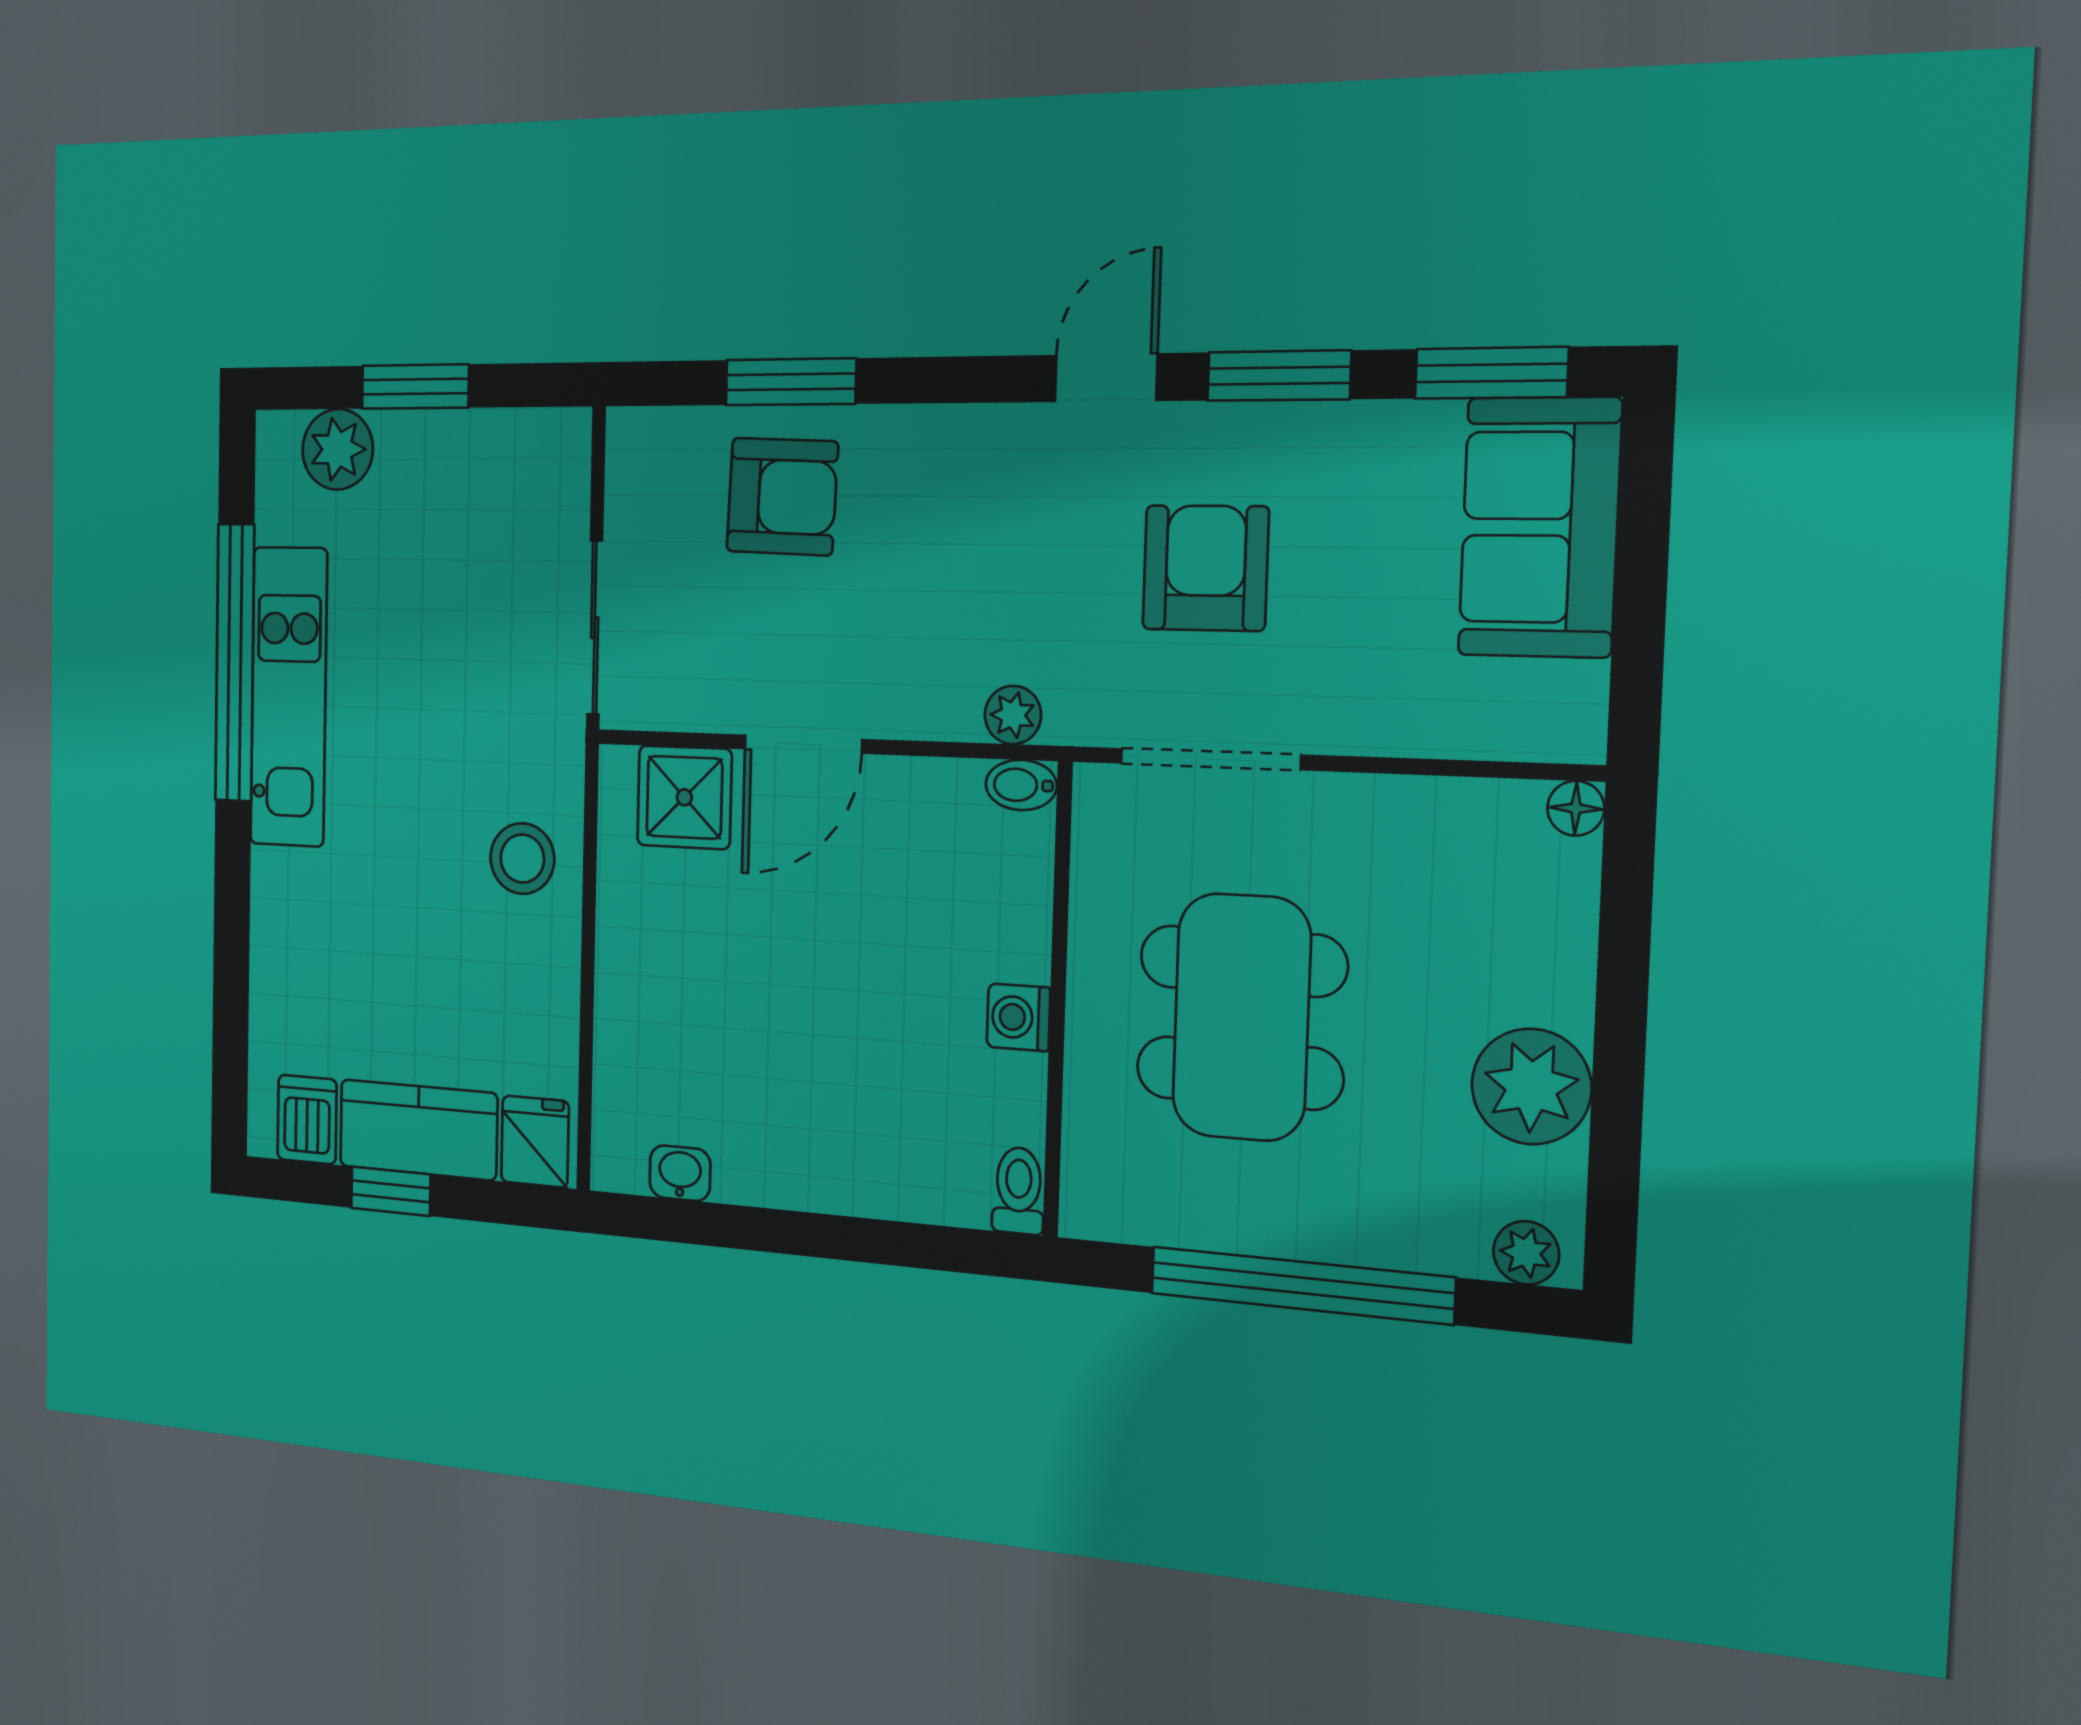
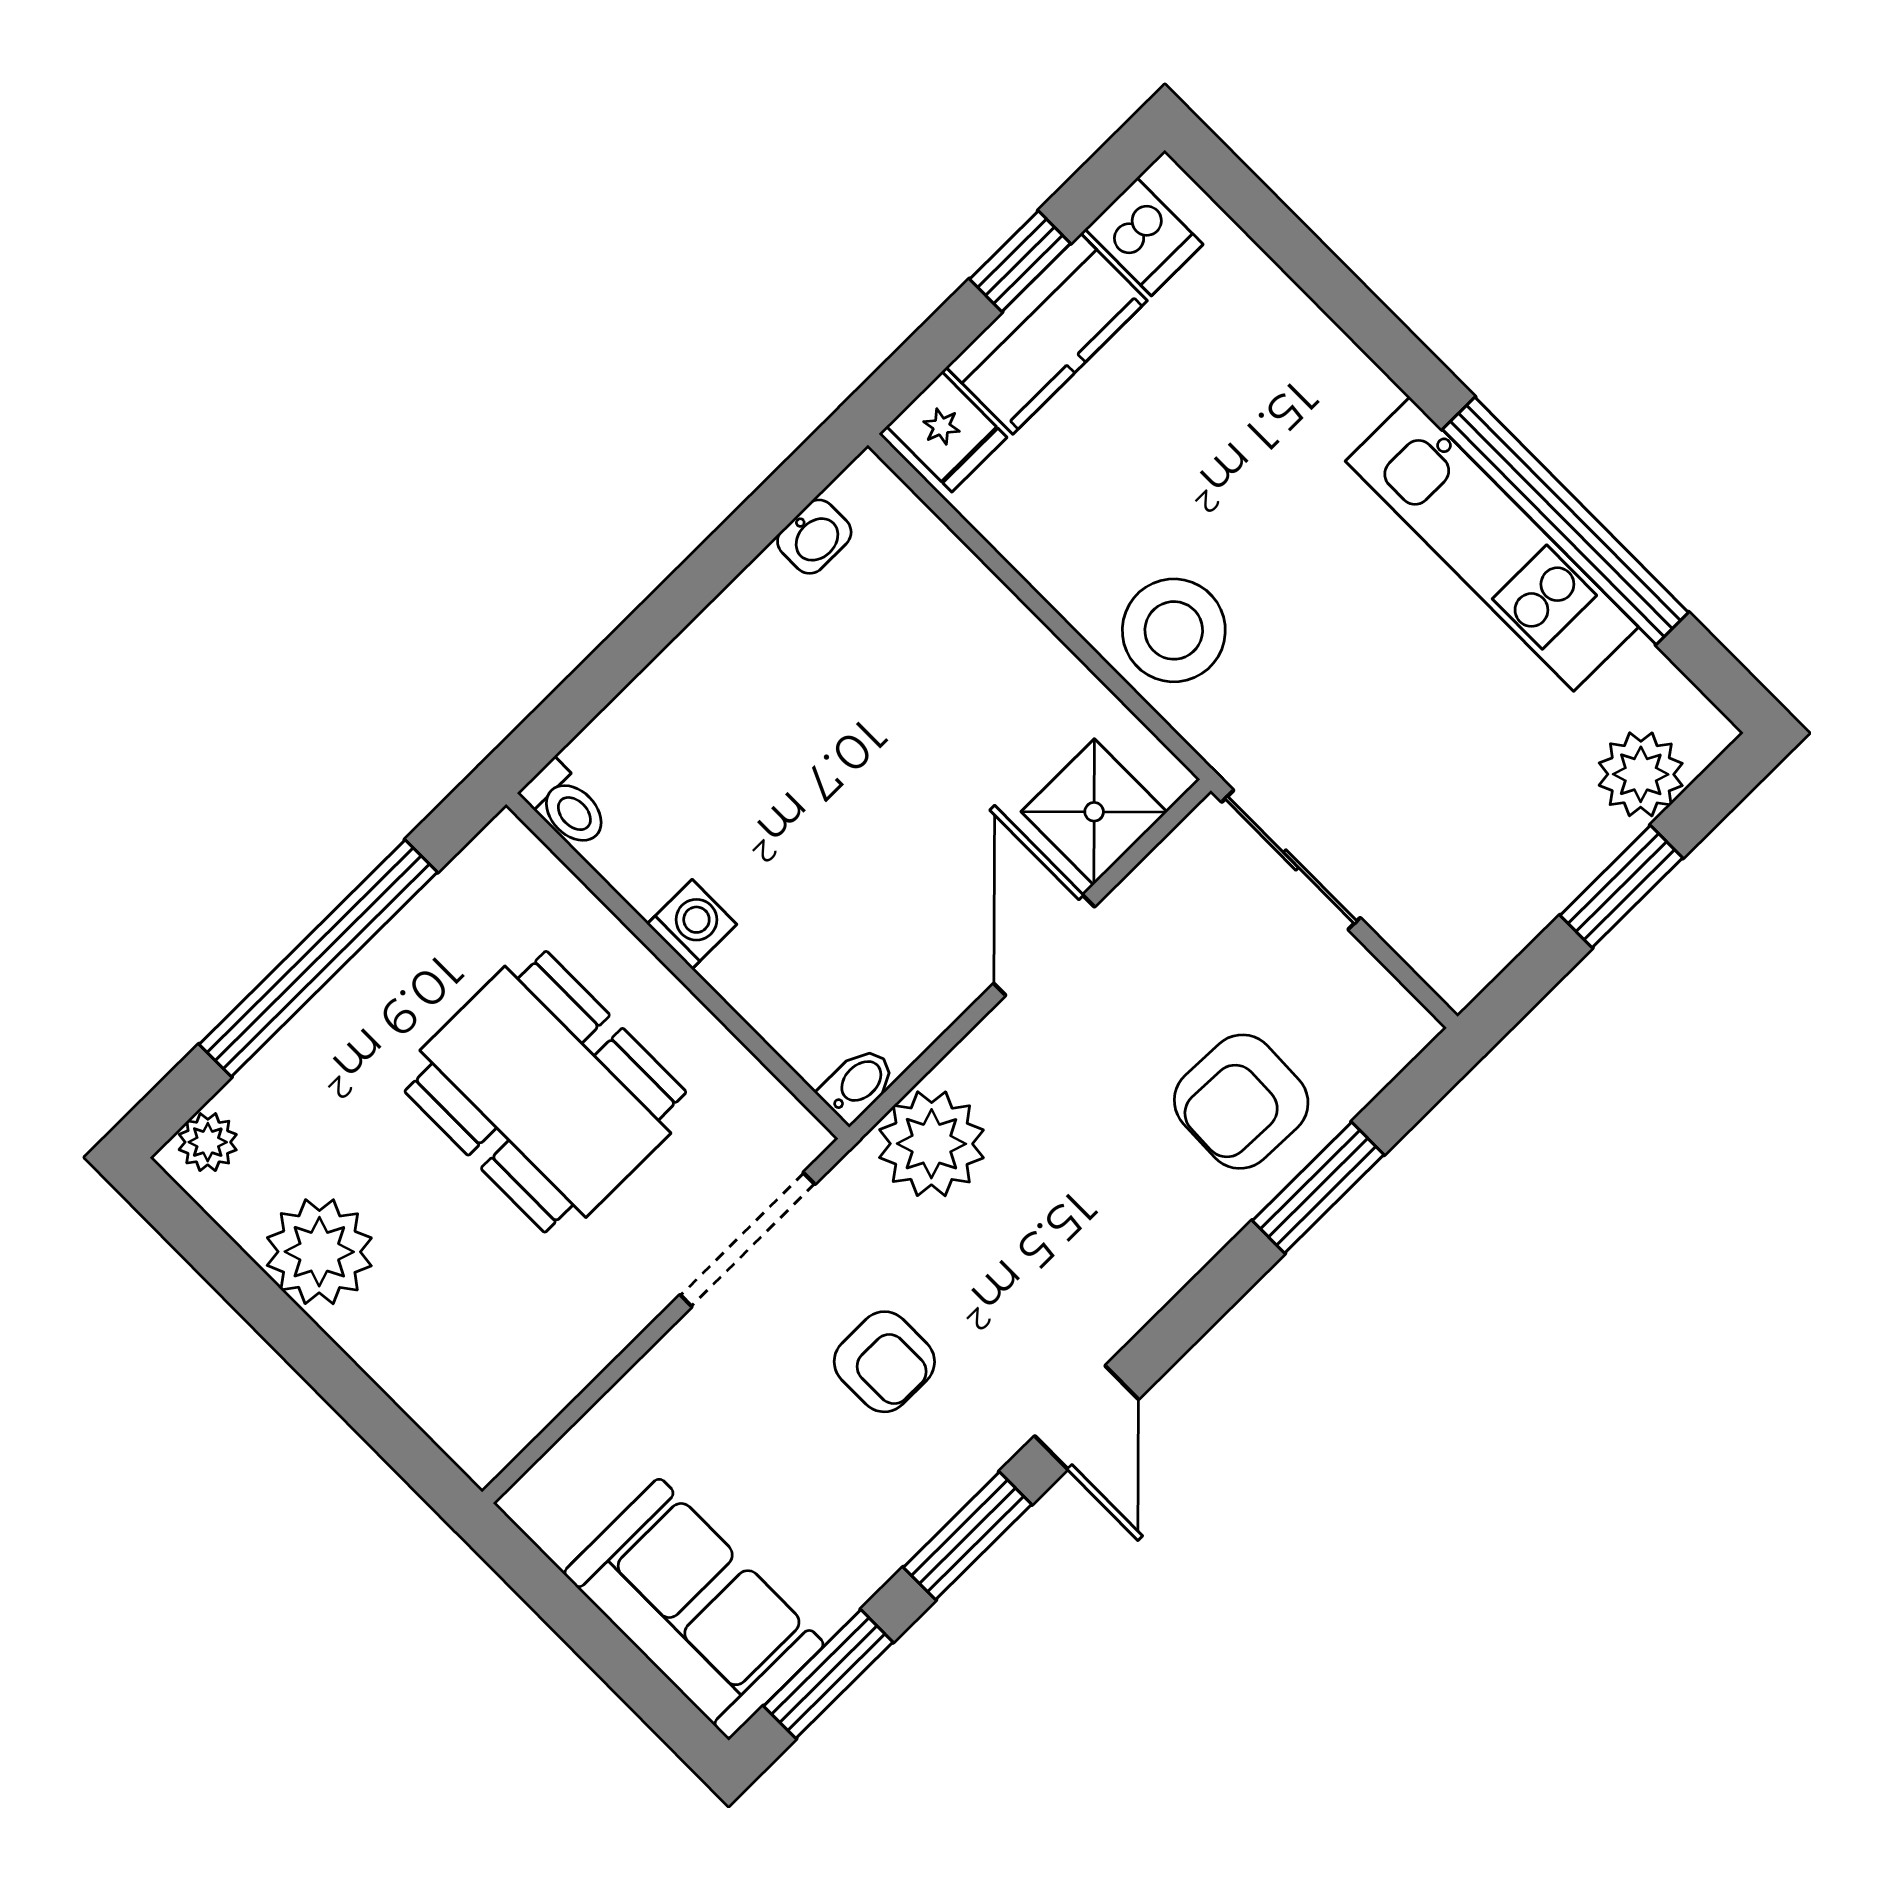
armchair: (1206, 568) -> (884, 1362), width x0.72, depth x0.72
plant: (1013, 715) -> (931, 1144), width x1.88, depth x1.88
floor lamp: (1576, 808) -> (482, 1457), removed
stool: (522, 859) -> (1174, 630), width x1.38, depth x1.38

